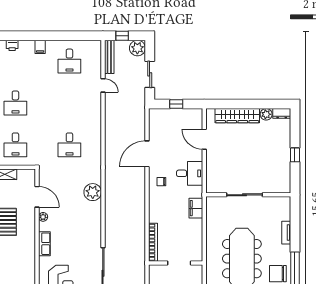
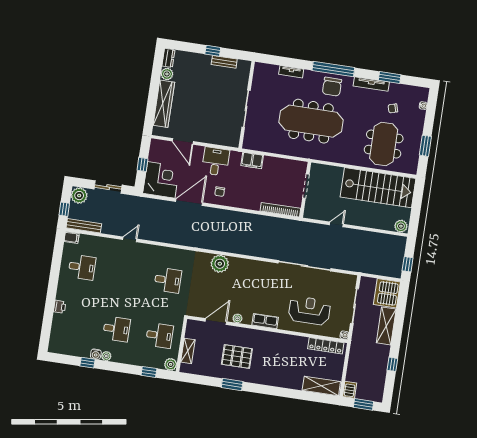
printer: (12, 45) -> (60, 307), moved
filing cabinet: (40, 47) -> (72, 237), moved
door: (103, 85) -> (130, 239), moved
corner desk: (164, 124) -> (161, 180), added
door: (204, 139) -> (183, 141), hinge flipped
door: (147, 154) -> (189, 202), swing flipped
bench: (286, 167) -> (224, 62), added

